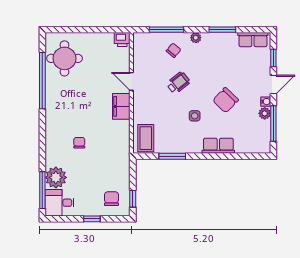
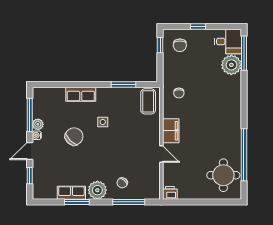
plant: (196, 38) -> (97, 190), width x1.87, depth x1.87
row of seats: (253, 40) -> (71, 193), moved
wheelchair: (178, 83) -> (118, 153), removed
chair: (79, 143) -> (179, 93), moved

